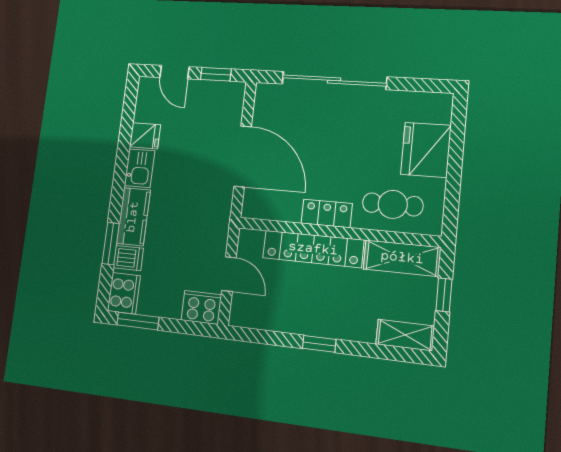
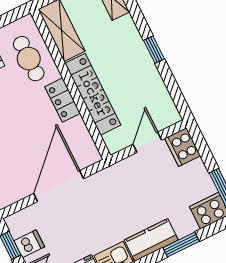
dishwasher: (128, 258) -> (29, 244), moved, turned 90

